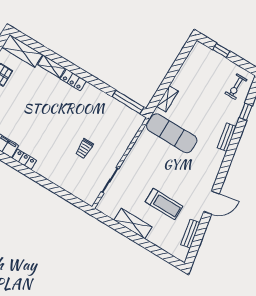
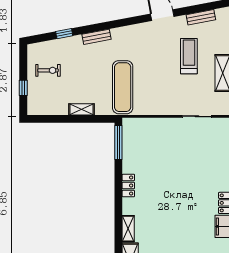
locker: (73, 80) -> (128, 185), moved
exercise bike: (236, 87) -> (48, 70), moved
shelving: (167, 99) -> (82, 109), moved
trolley: (84, 149) -> (183, 156), removed

